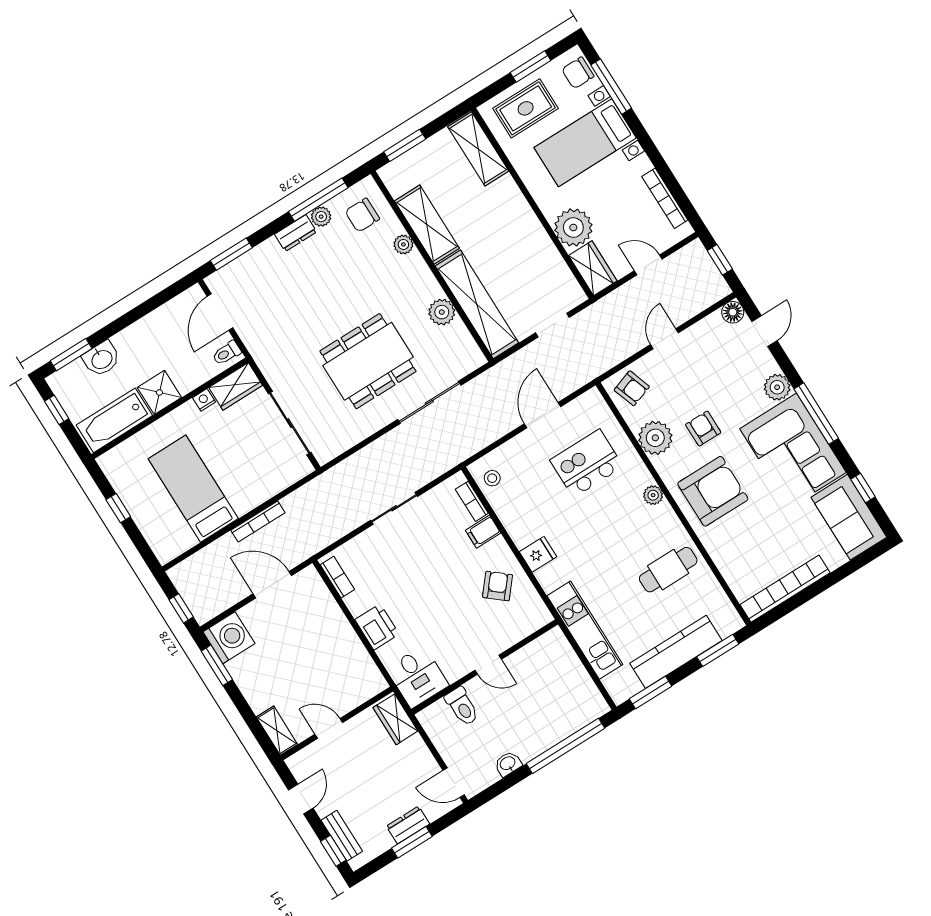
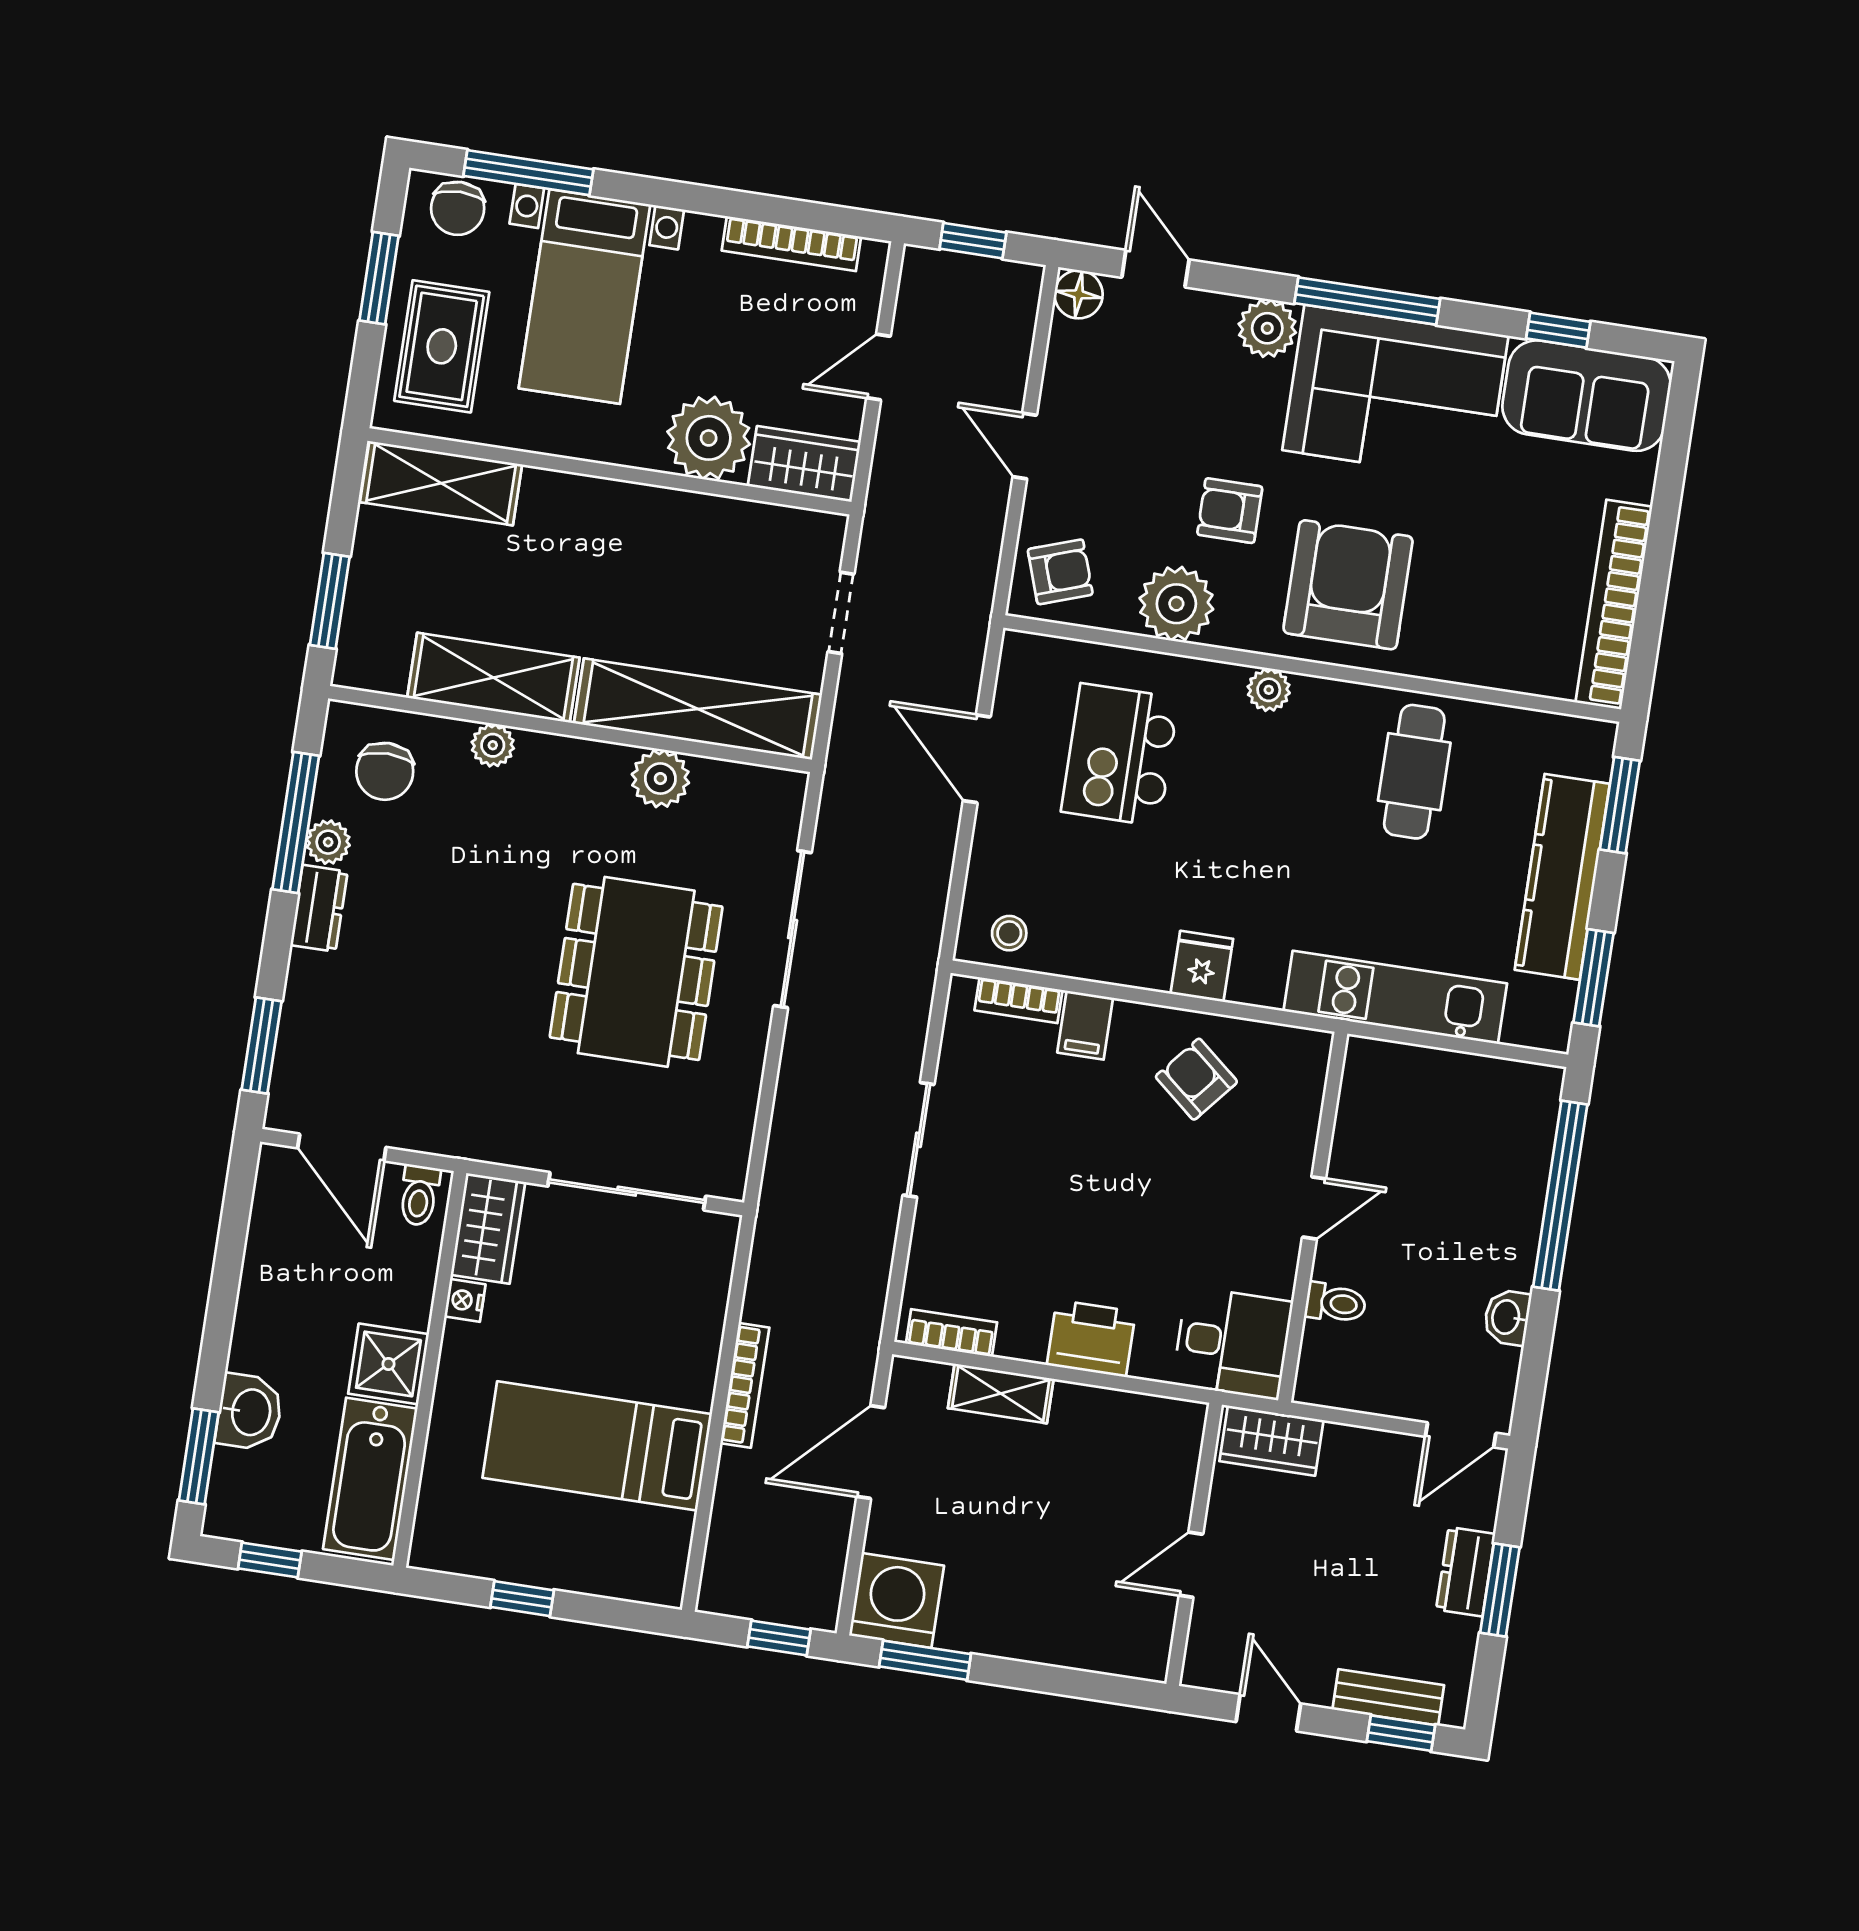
toilet: (462, 706) -> (1336, 1303), width x0.73, depth x0.72
shelving: (277, 731) -> (1001, 1394), moved

